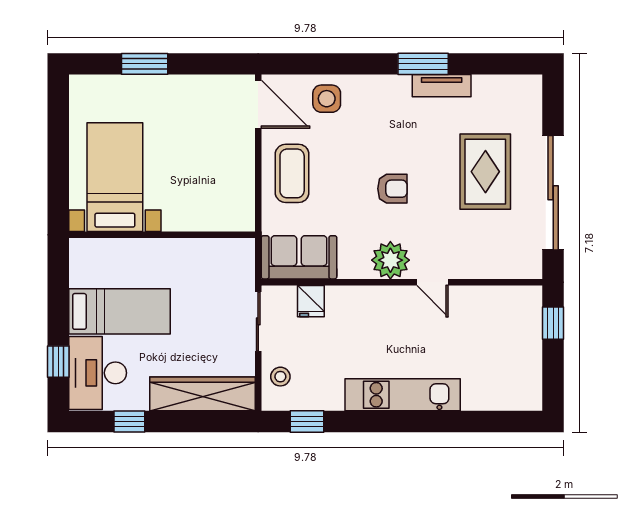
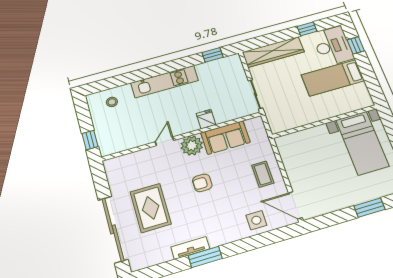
coffee table: (292, 173) -> (263, 174), width x0.73, depth x0.77
sliding door: (553, 193) -> (113, 229), moved
sofa: (299, 257) -> (225, 137), moved
door: (432, 282) -> (164, 141), hinge flipped
fridge: (311, 301) -> (206, 119), moved
stool: (280, 377) -> (112, 102), moved

